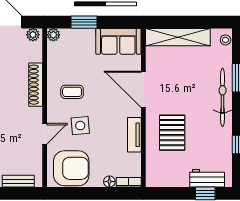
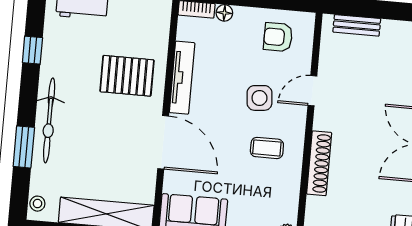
pallet: (172, 133) -> (127, 76), turned 90
tv unit: (134, 135) -> (182, 78), width x1.41
armchair: (71, 168) -> (278, 37), width x0.53, depth x0.53

